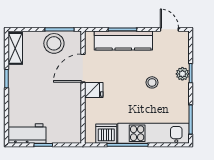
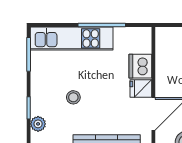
plant: (182, 74) -> (38, 124), moved
dishwasher: (106, 134) -> (140, 66), moved, turned 90

